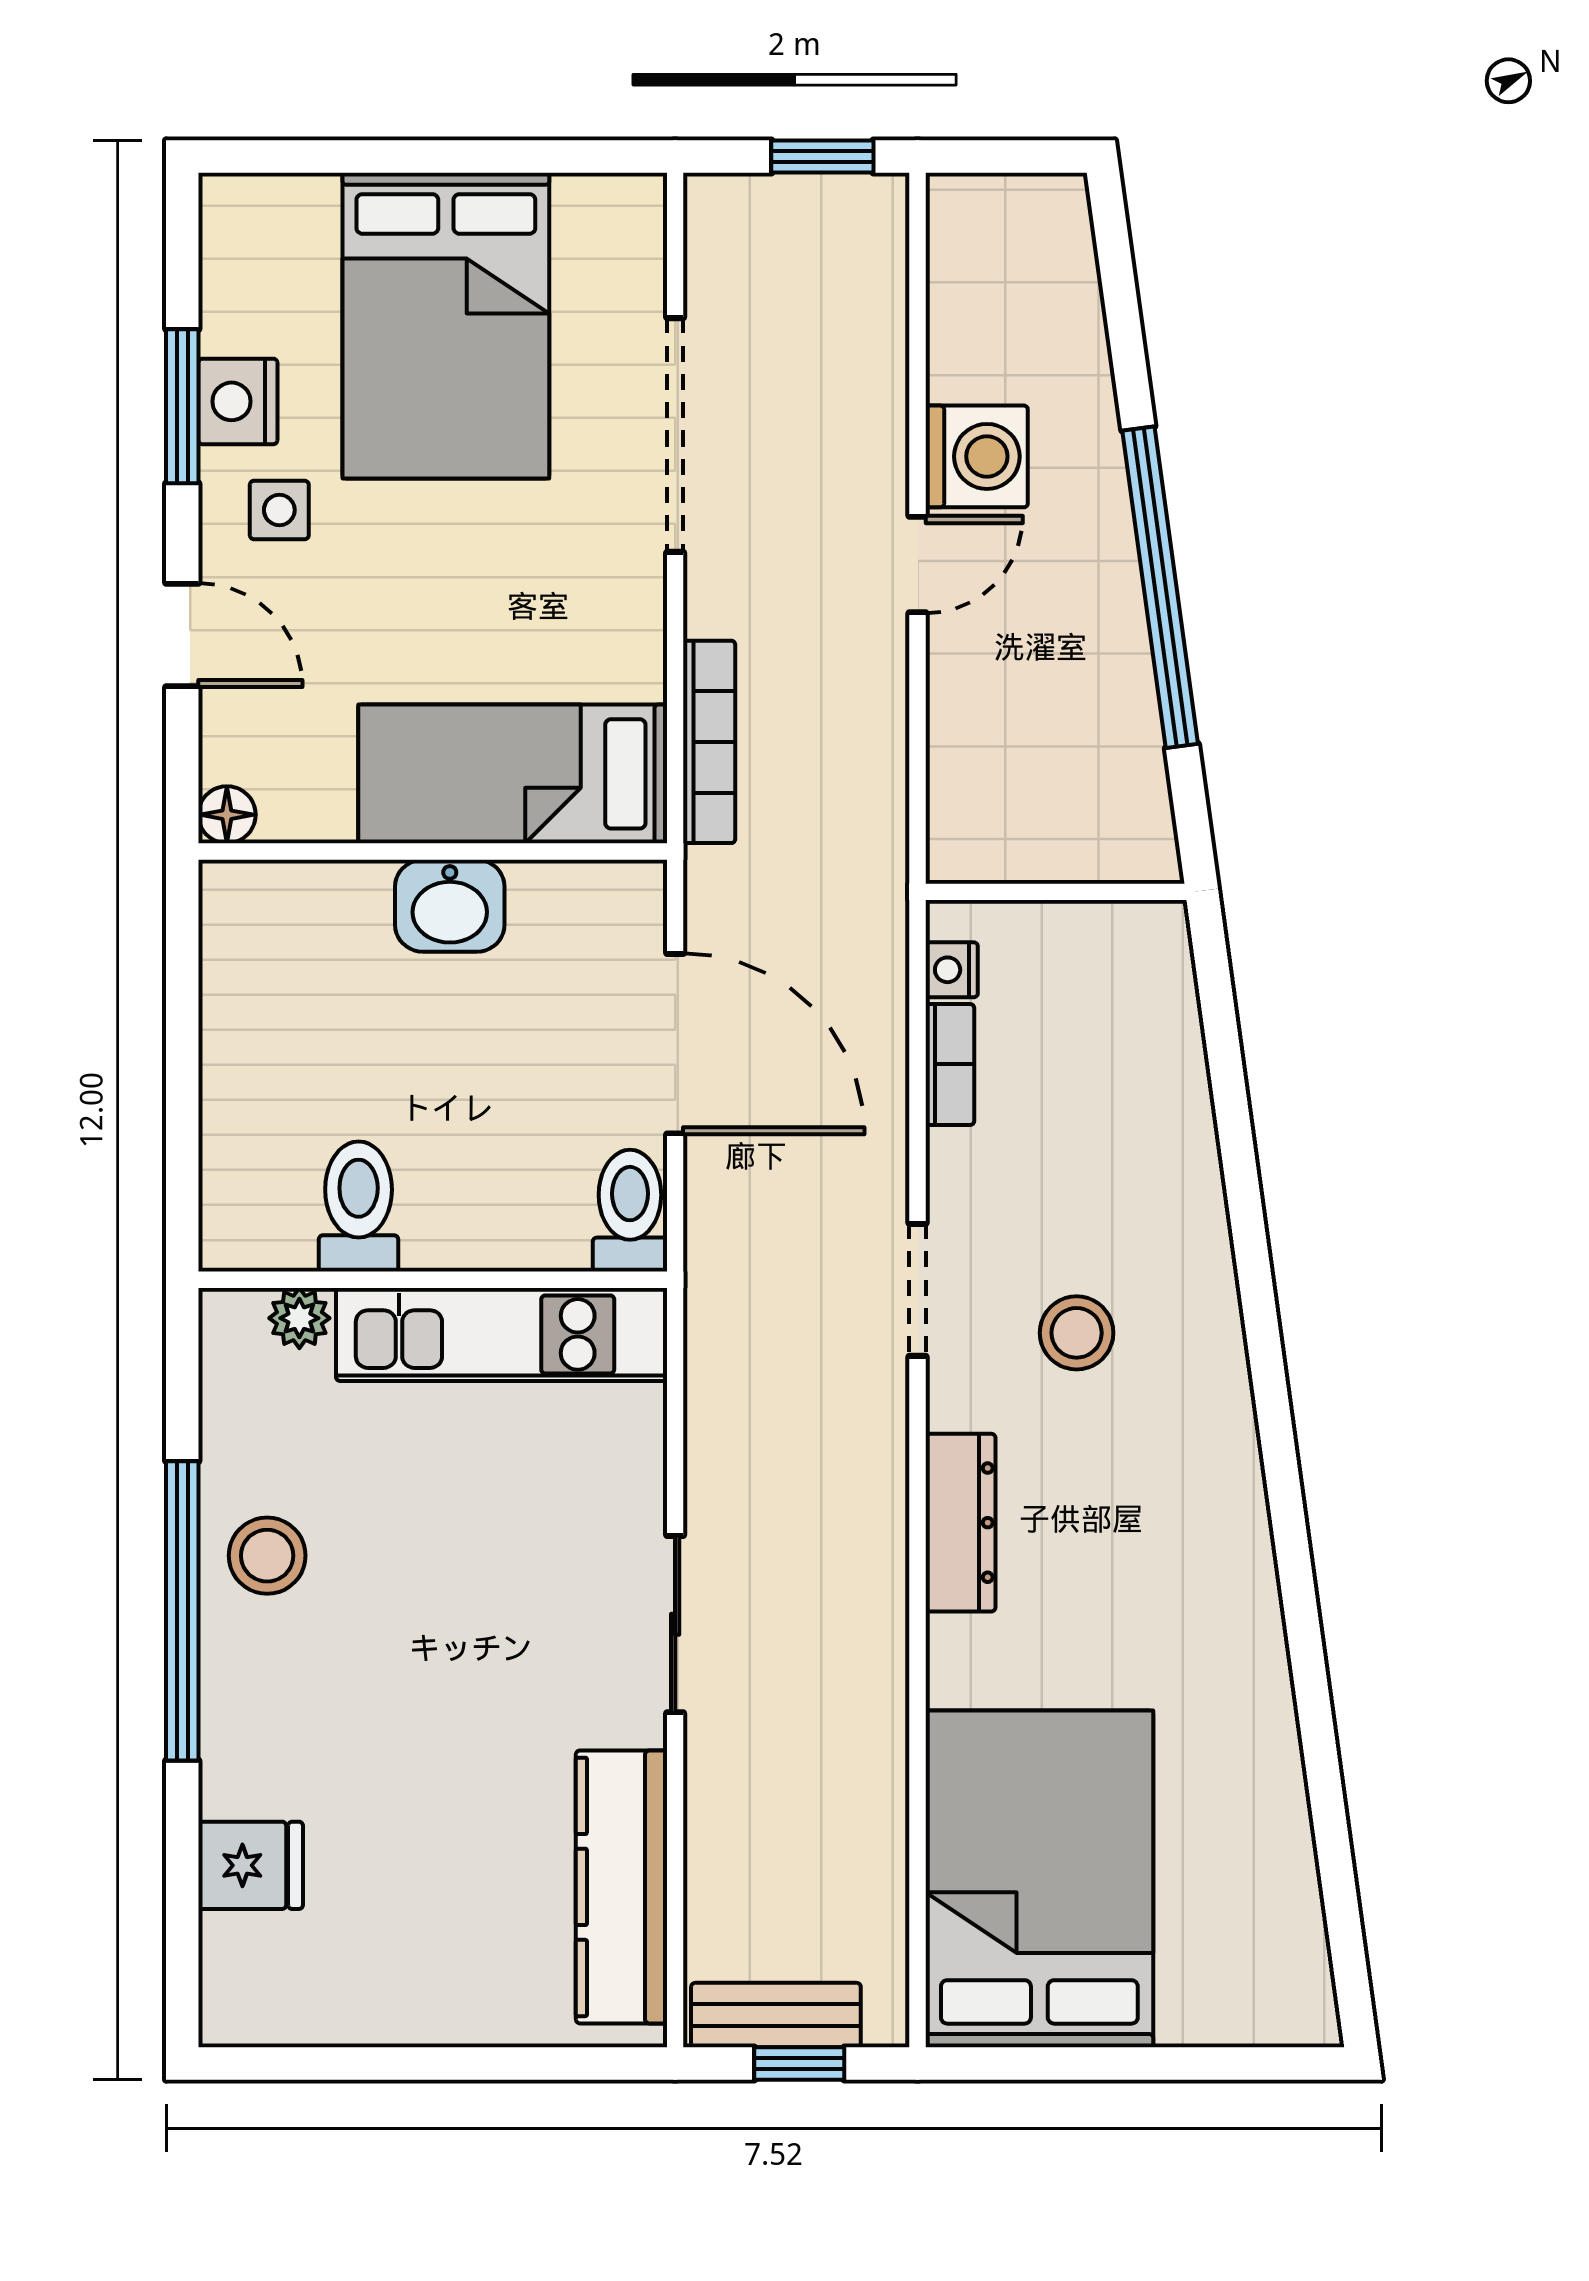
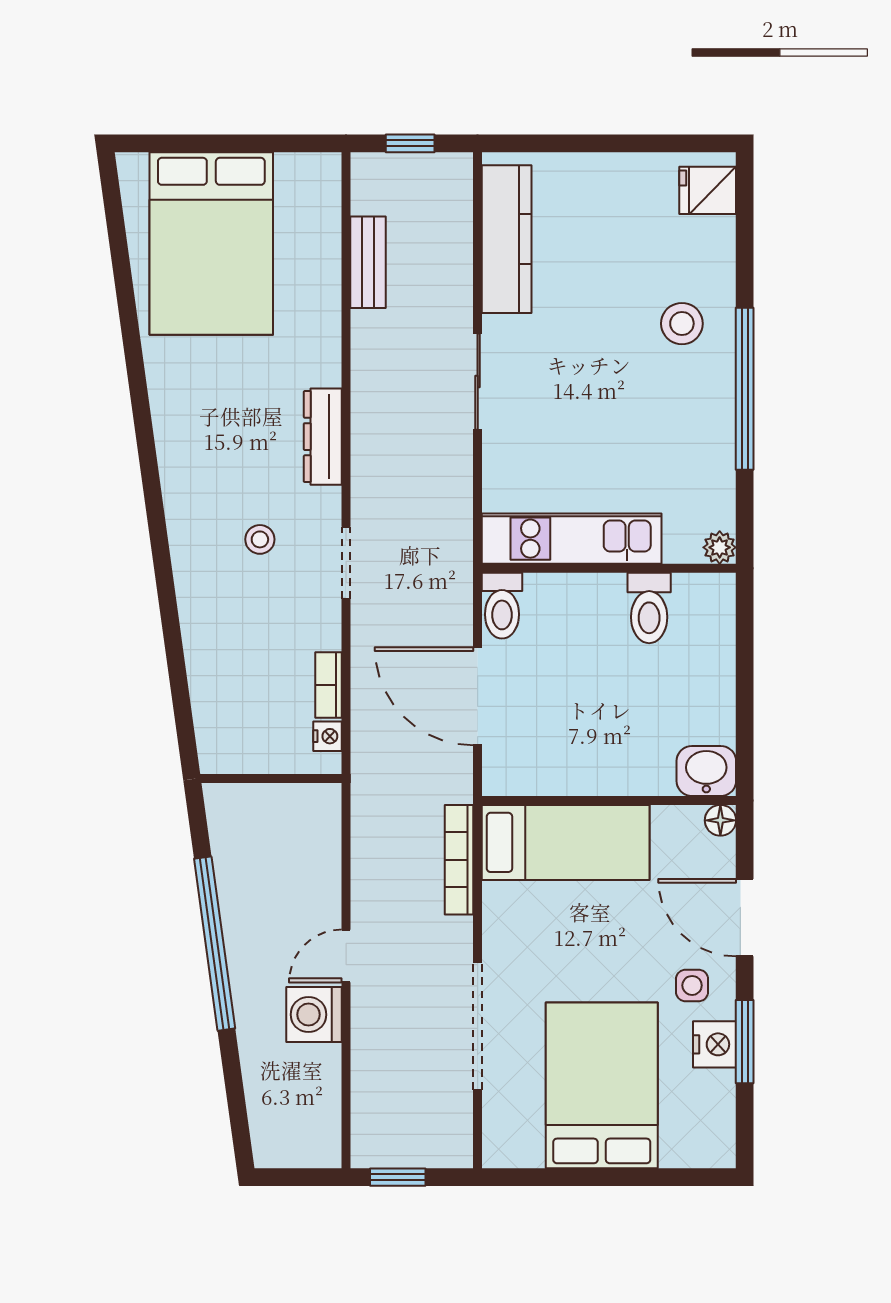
door: (182, 635) -> (745, 918), width x1.38
washbasin: (450, 906) -> (706, 771), moved
plant: (299, 1318) -> (720, 547), moved
stool: (1077, 1333) -> (260, 539), width x0.73, depth x0.73
stool: (267, 1556) -> (682, 324), moved
fridge: (251, 1865) -> (708, 190), moved
bed: (1039, 1879) -> (211, 243), moved
bench: (776, 2015) -> (368, 262), moved, turned 90

